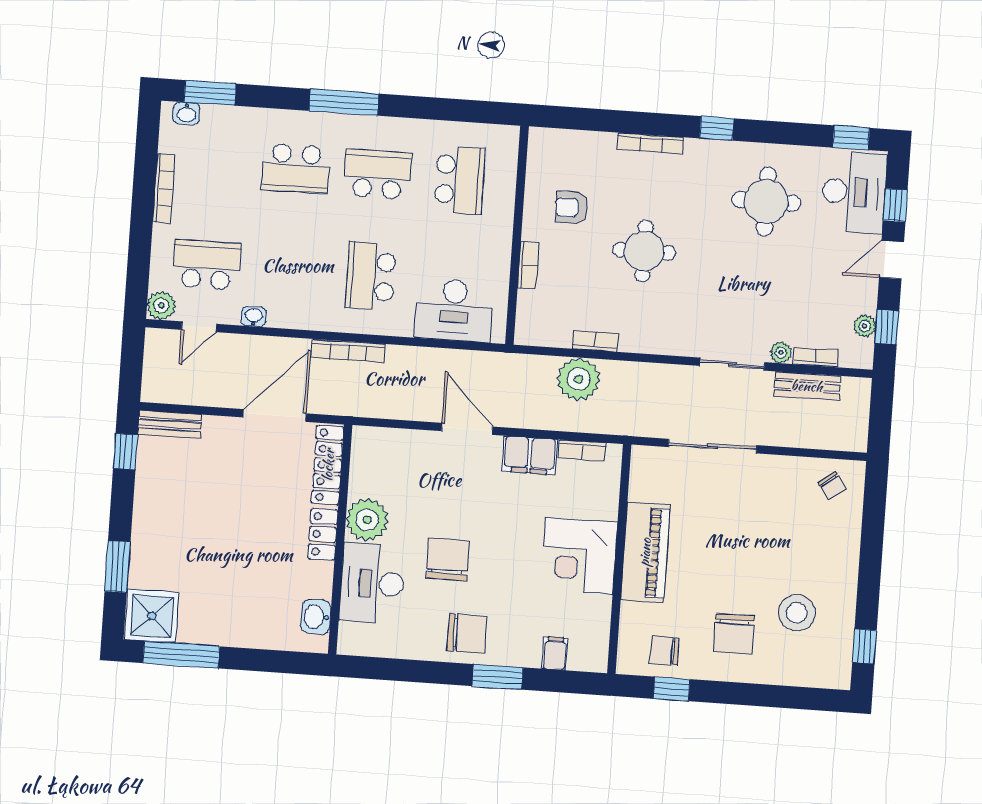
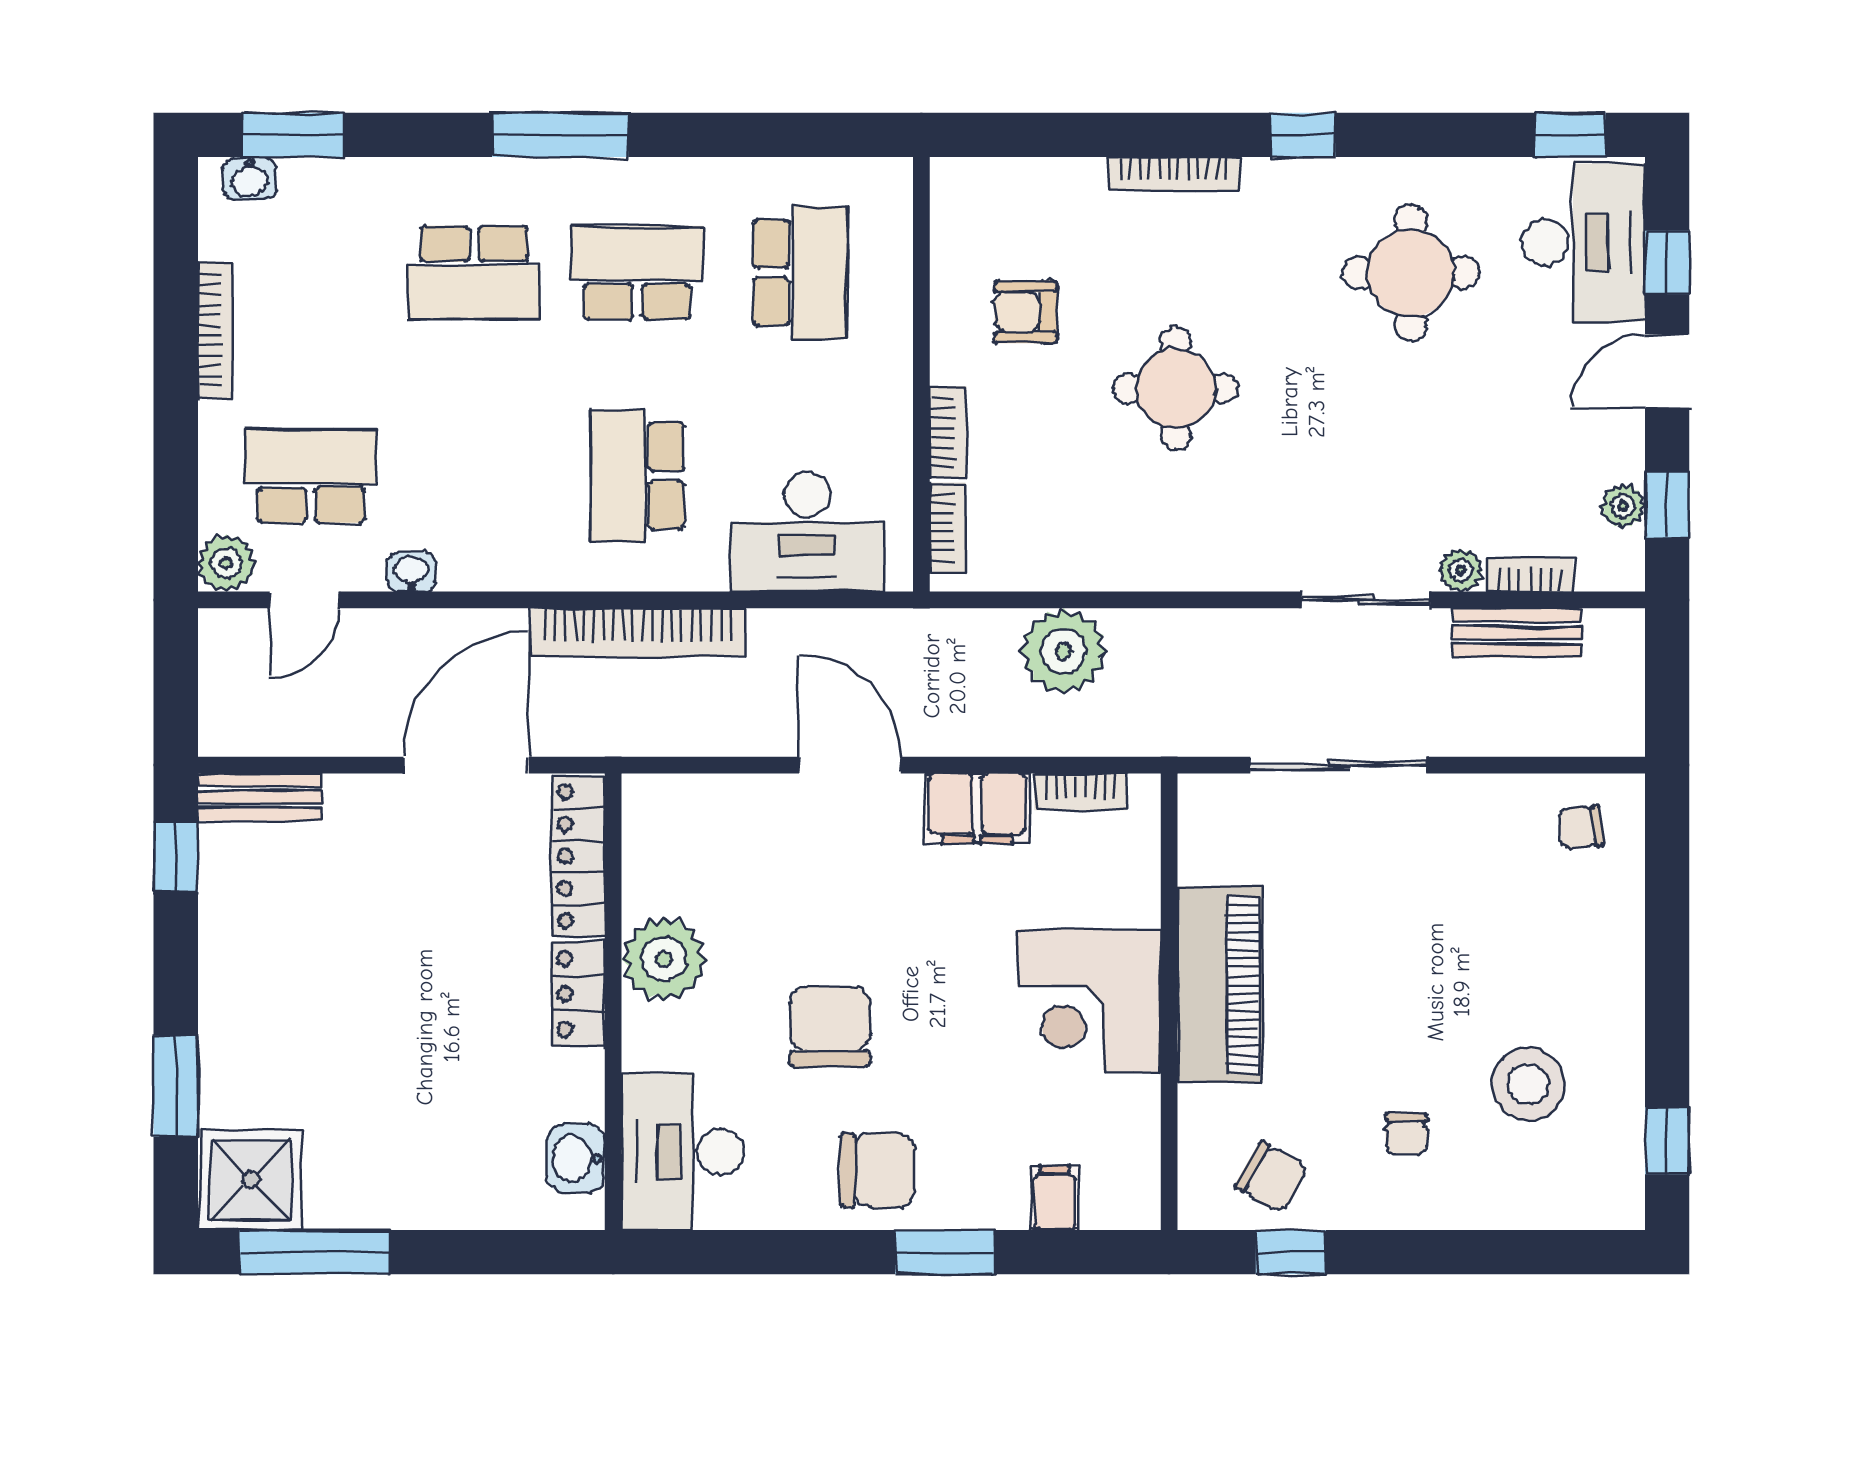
bookcase: (595, 341) -> (948, 527), moved, turned 90
bookcase: (348, 351) -> (638, 633), width x1.48, depth x1.31
chair: (832, 486) -> (1581, 827), turned 120
desk: (372, 583) -> (683, 1152), moved
chair: (734, 634) -> (1406, 1134), width x0.54, depth x0.54
chair: (664, 651) -> (1271, 1177), turned -151

